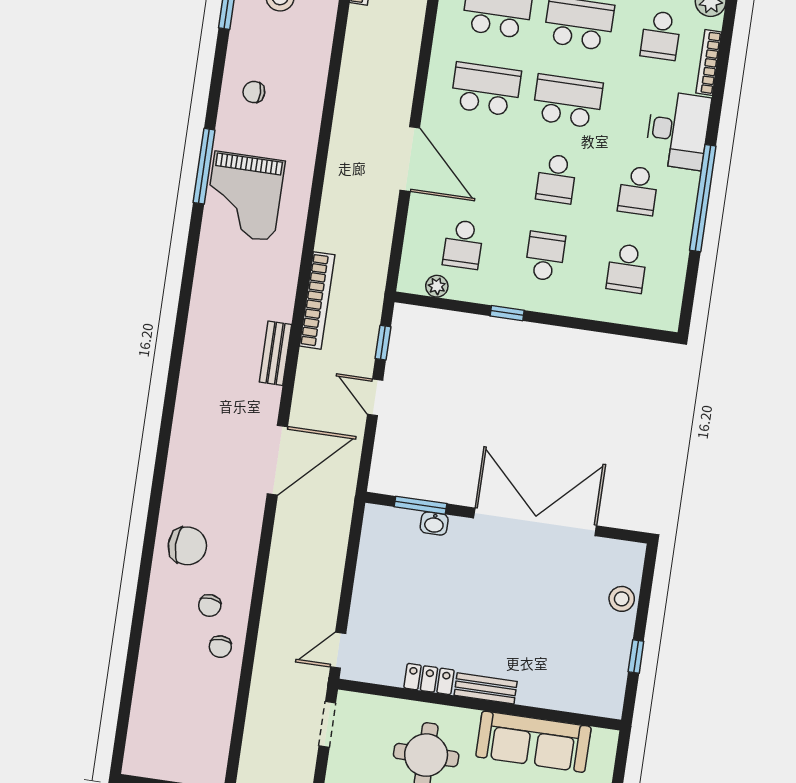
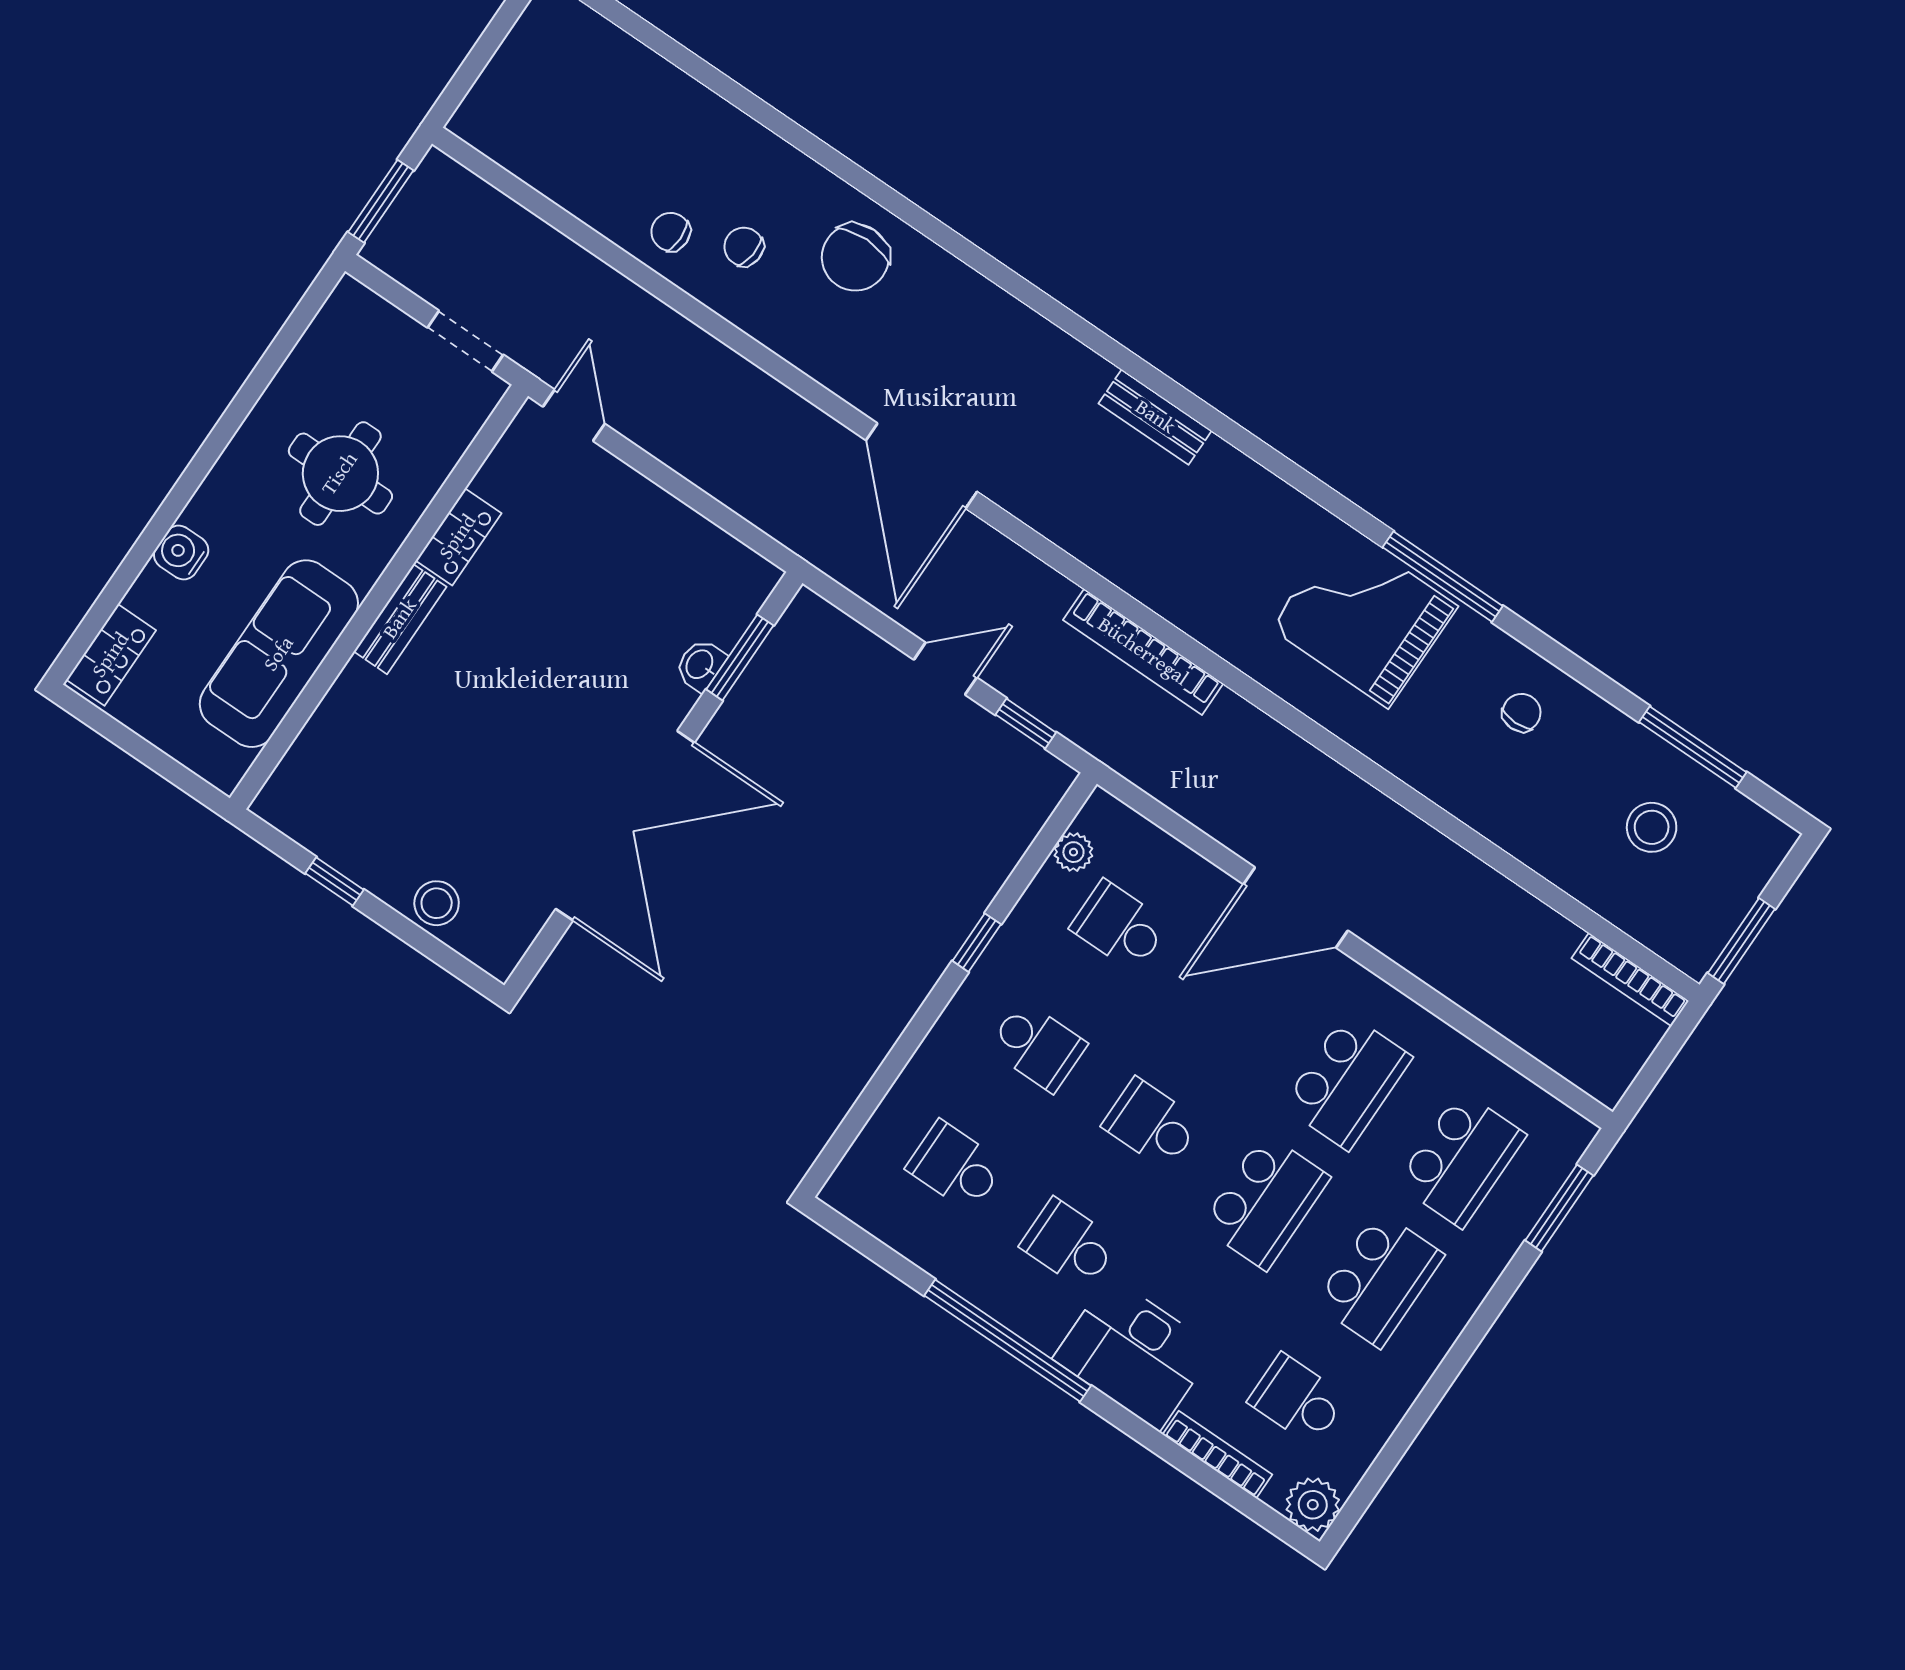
bench: (275, 353) -> (1155, 417), moved

